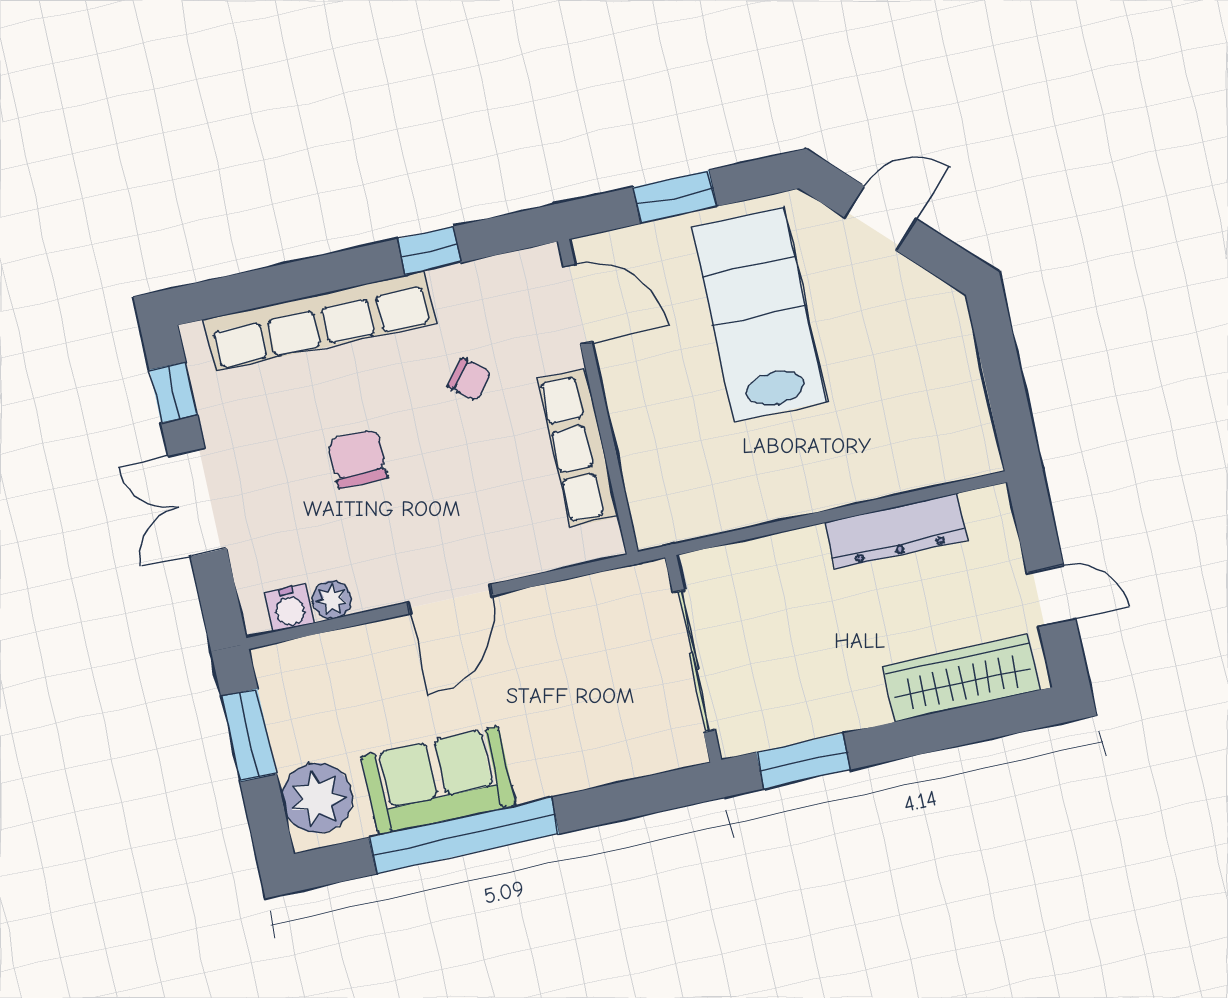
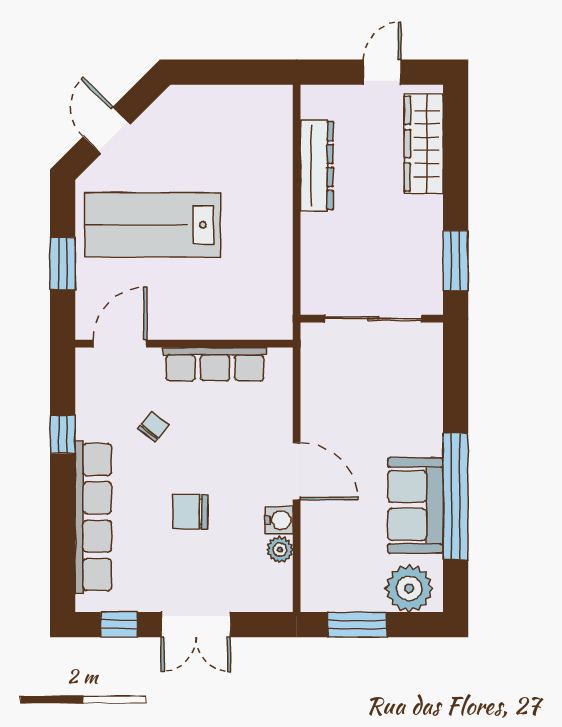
water cooler: (290, 608) -> (279, 520), moved

